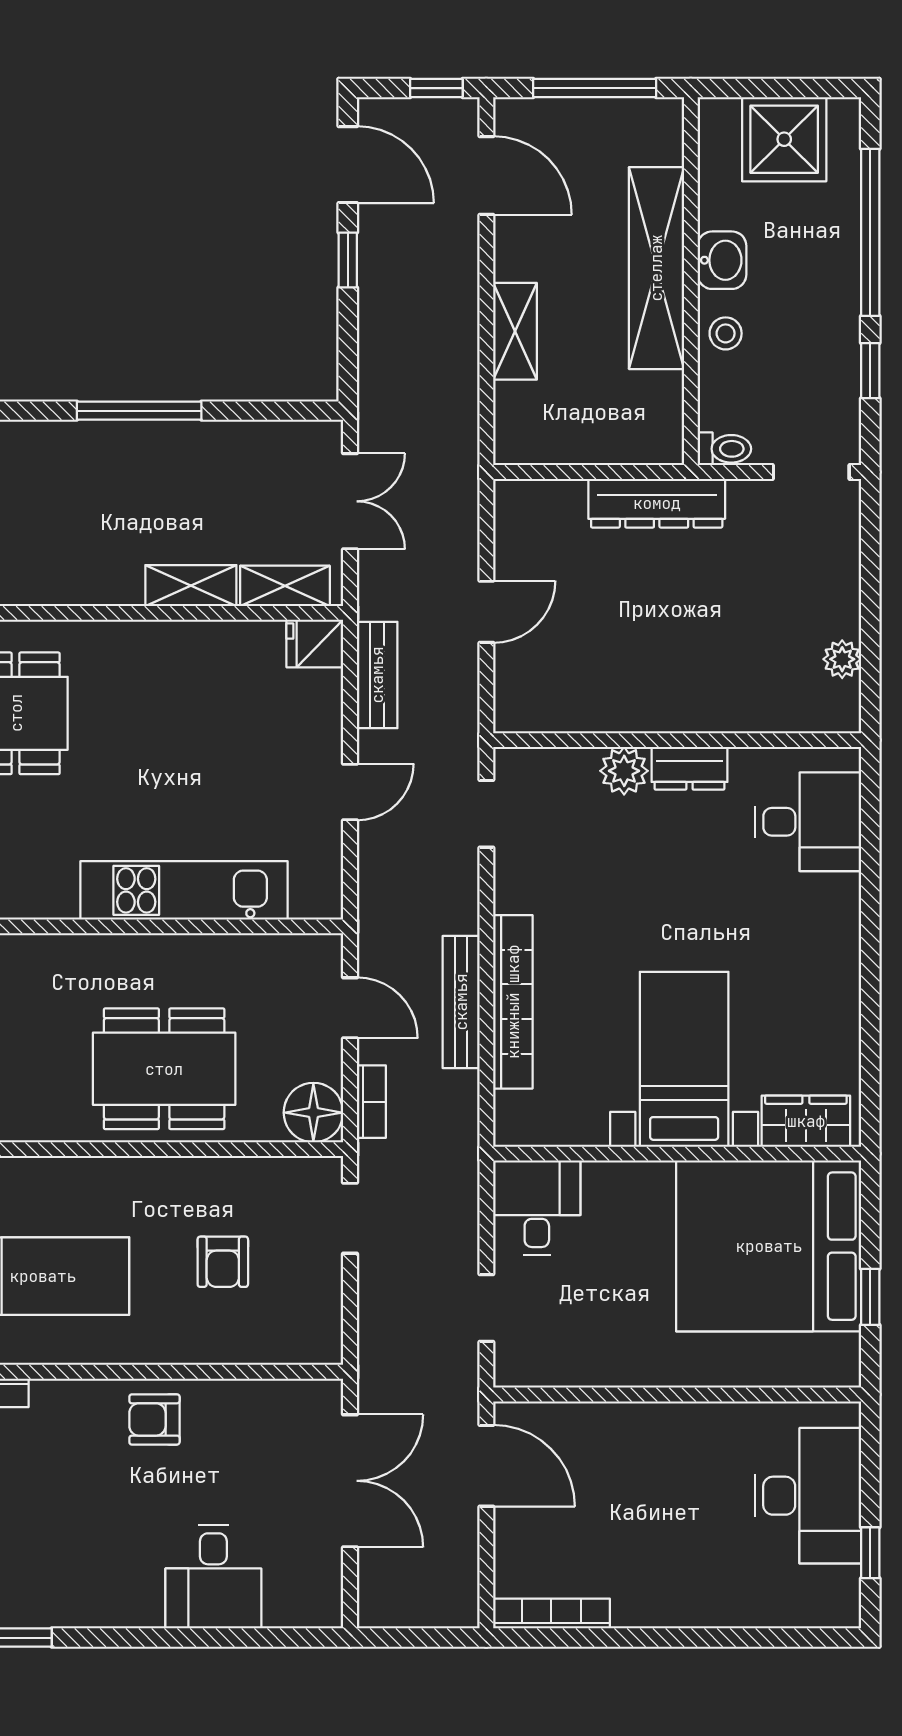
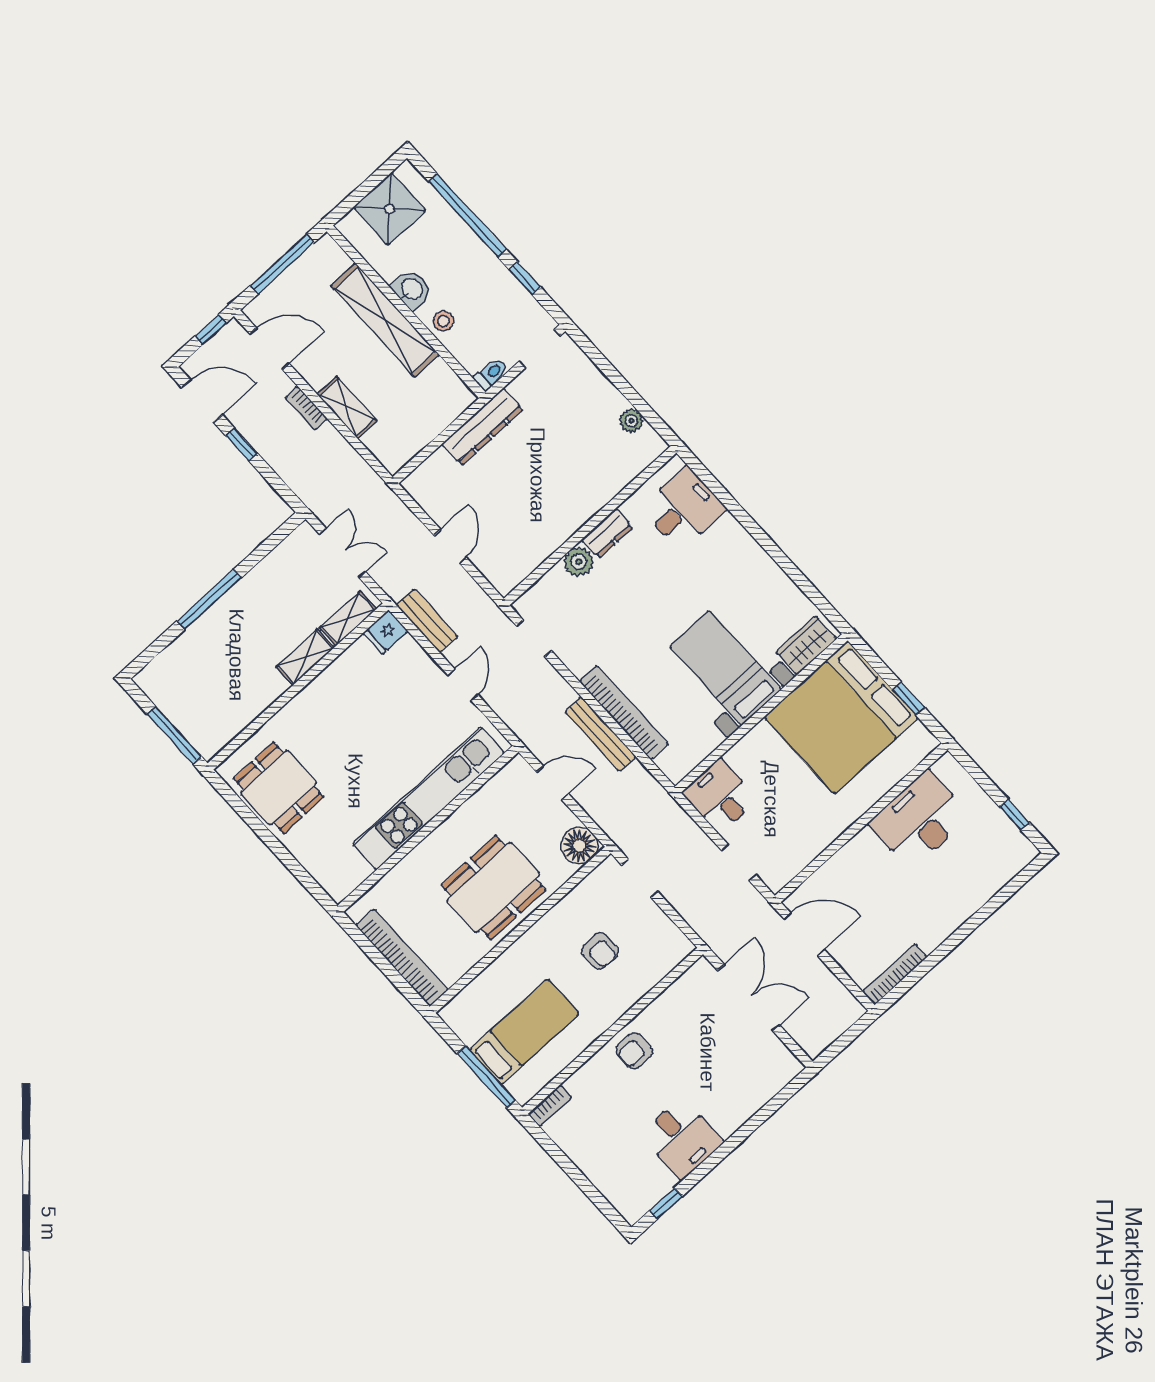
kitchen unit: (184, 890) -> (428, 798), width x1.36
bookcase: (371, 1102) -> (306, 408), moved, turned 180
desk: (808, 1496) -> (919, 820), moved, turned -90
desk: (213, 1577) -> (682, 1138), moved

